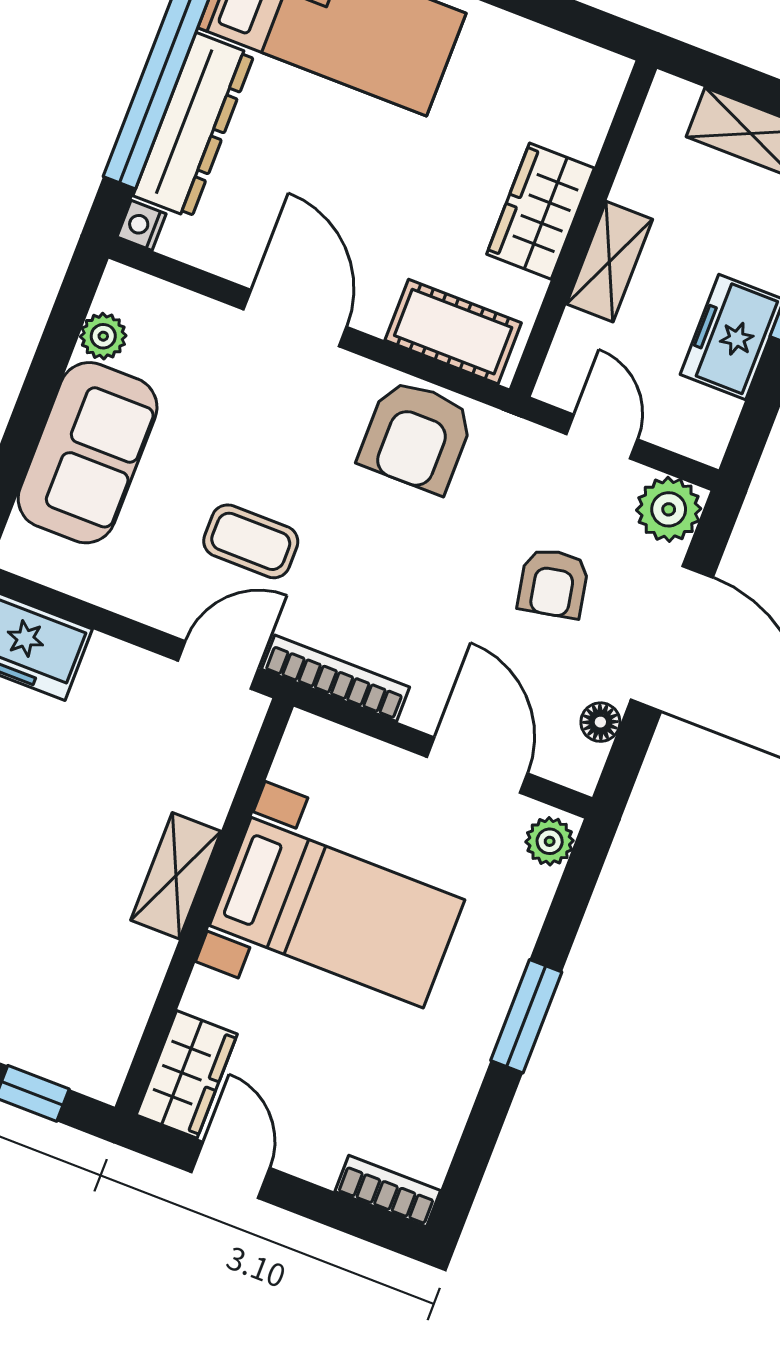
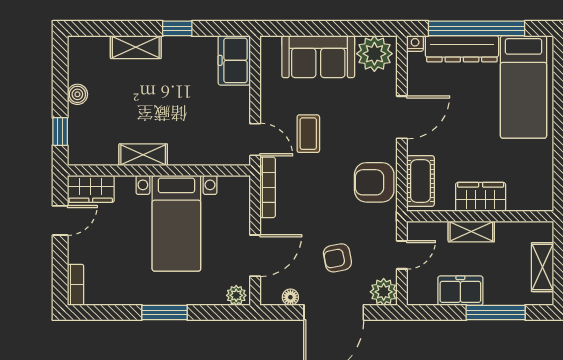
plant: (103, 336) -> (374, 54), width x1.88, depth x1.88
shelving: (176, 876) -> (143, 155), moved

